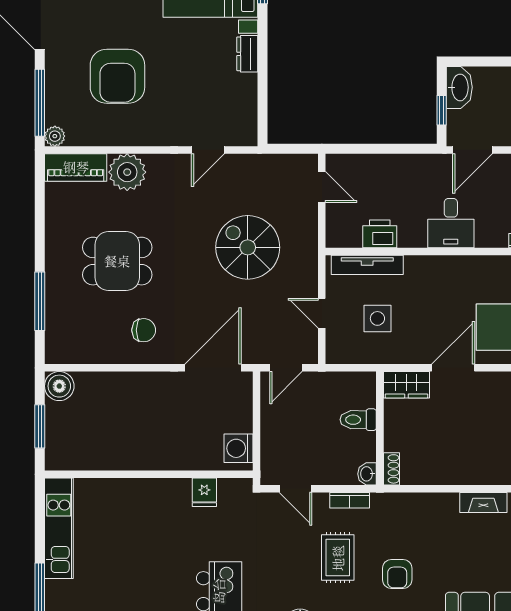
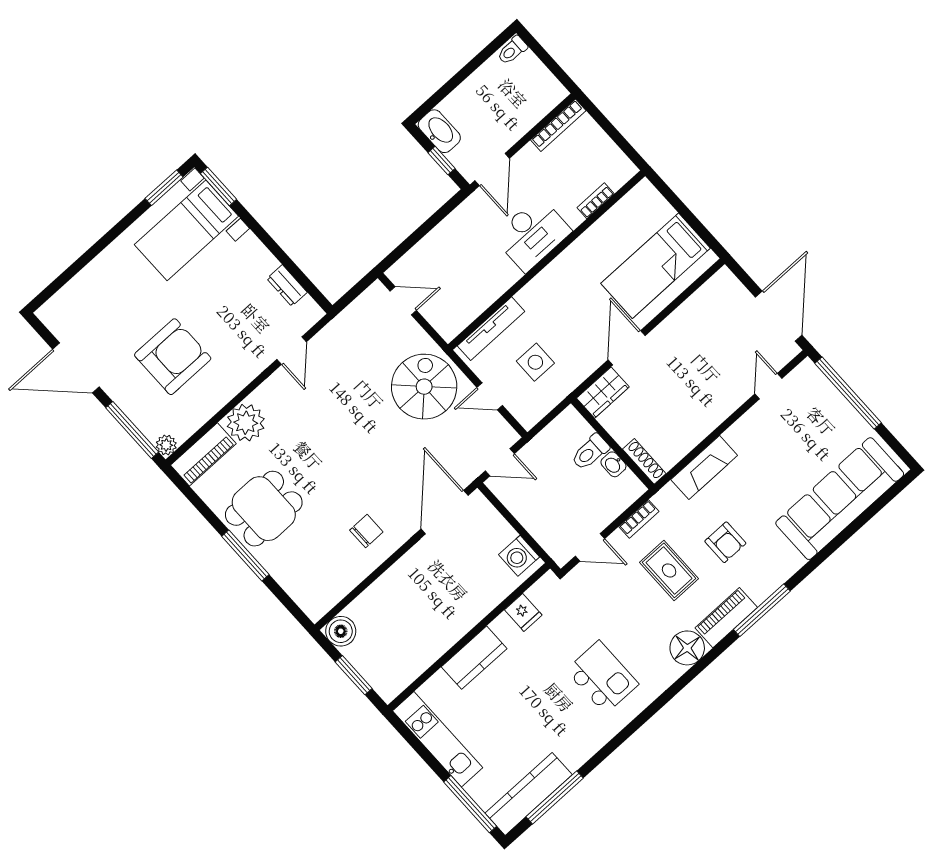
dresser: (247, 54) -> (287, 286), moved
armchair: (117, 76) -> (173, 357), turned -90
desk: (451, 223) -> (532, 234), width x1.37
printer: (380, 234) -> (479, 297), removed
spiral stairs: (248, 247) -> (424, 387), moved, turned 90
dining table: (117, 261) -> (264, 509), moved
window: (40, 301) -> (245, 555), moved
door: (286, 368) -> (500, 462), hinge flipped
shoe rack: (391, 469) -> (644, 461), width x1.43
washbasin: (367, 474) -> (613, 464), moved
kitchen counter: (139, 493) -> (474, 658), added
fireplace: (483, 503) -> (704, 467), moved, width x1.37, depth x1.32

